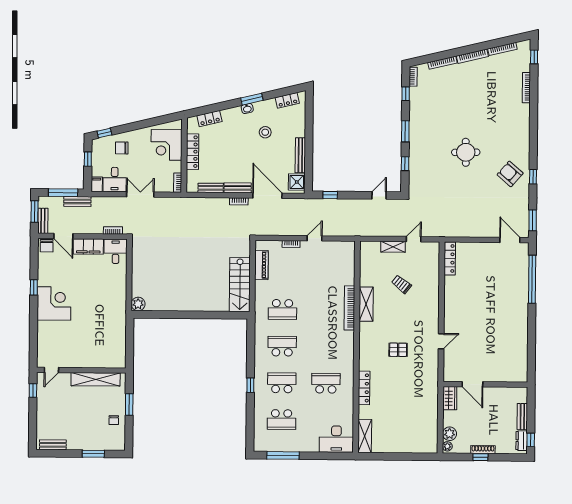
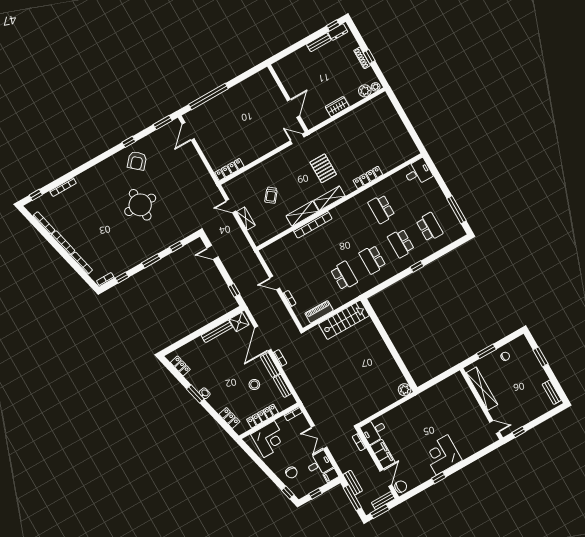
stool: (265, 132) -> (254, 384), moved
round table: (466, 152) -> (140, 205), width x1.36, depth x1.36
pallet: (398, 350) -> (323, 168), width x1.50, depth x1.42
door: (472, 384) -> (293, 108), moved
wall: (485, 384) -> (288, 98), moved
shelving: (365, 436) -> (329, 198), moved
desk: (336, 439) -> (418, 172), width x0.73

